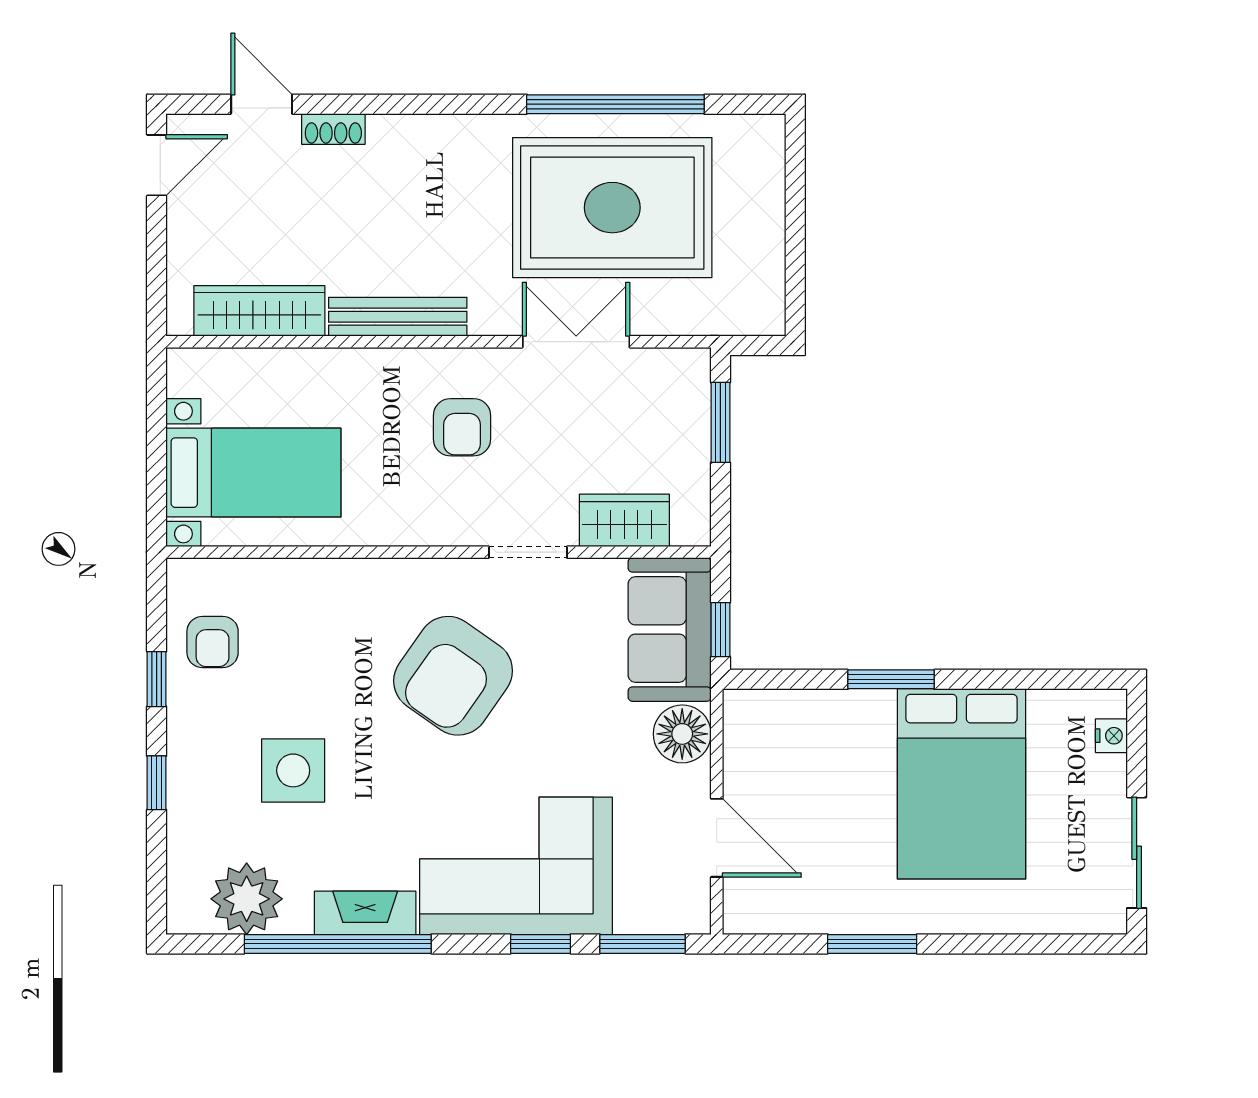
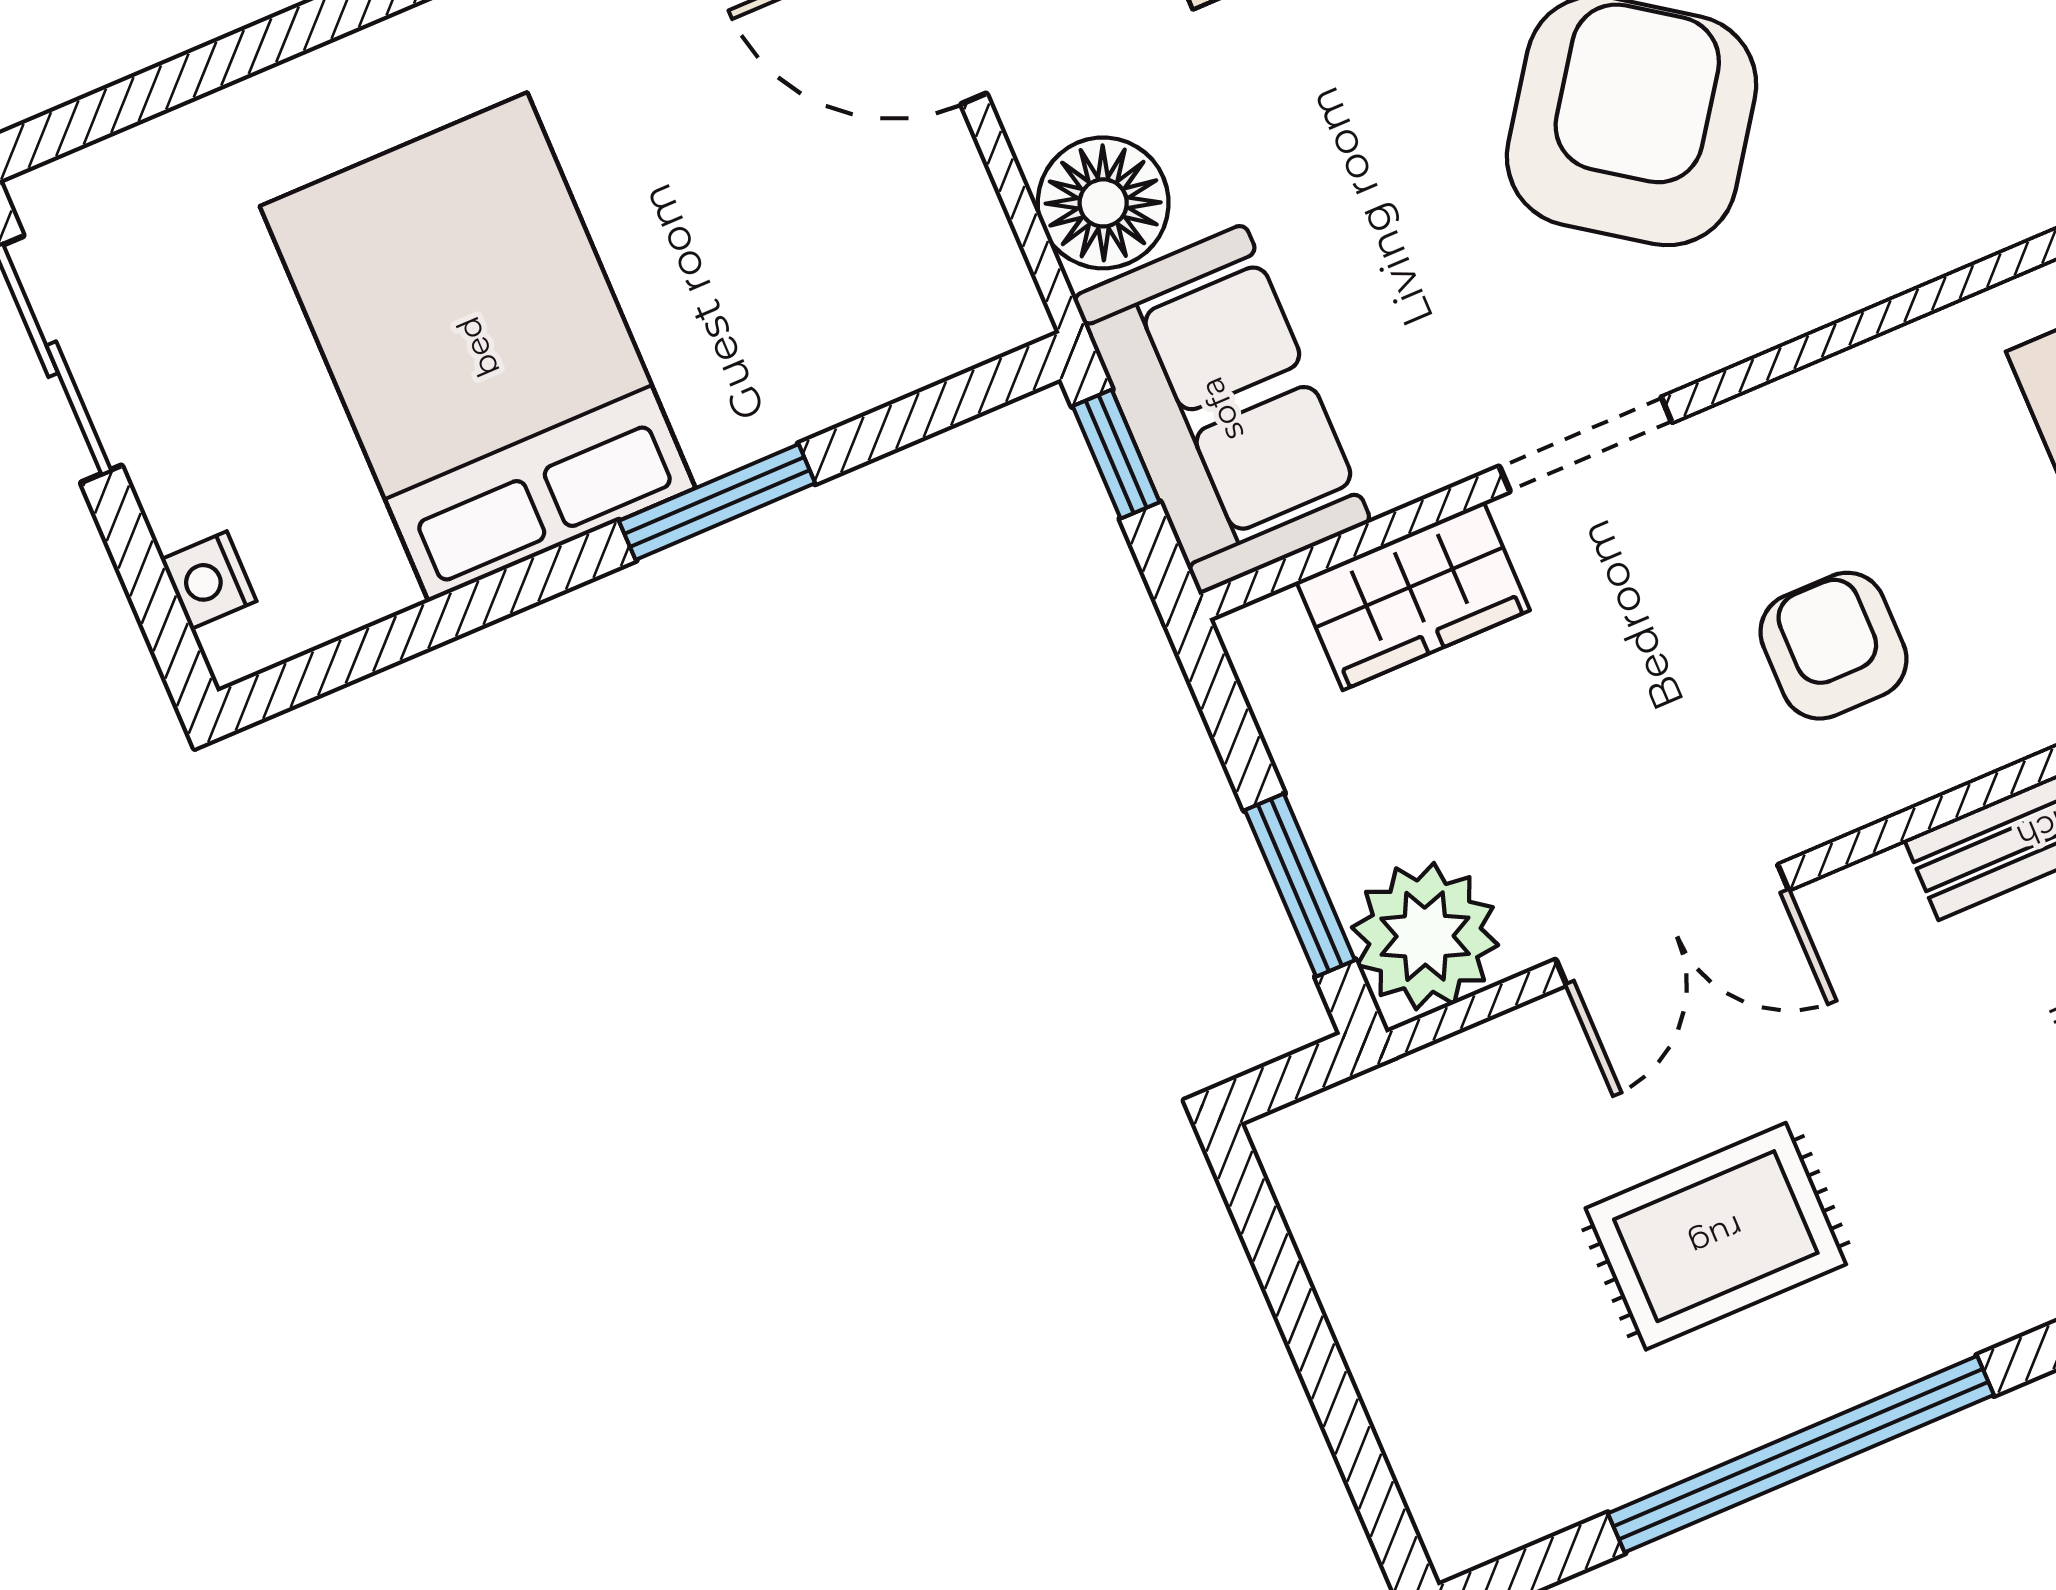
rug: (612, 208) -> (1716, 1236), width x0.54, depth x0.49
plant: (678, 380) -> (1425, 936), added

